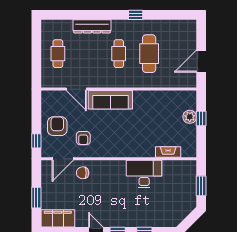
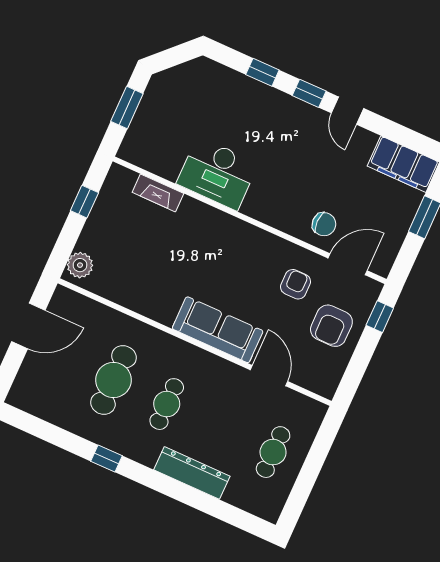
plant: (190, 117) -> (80, 265), moved
window: (201, 118) -> (84, 202), moved

